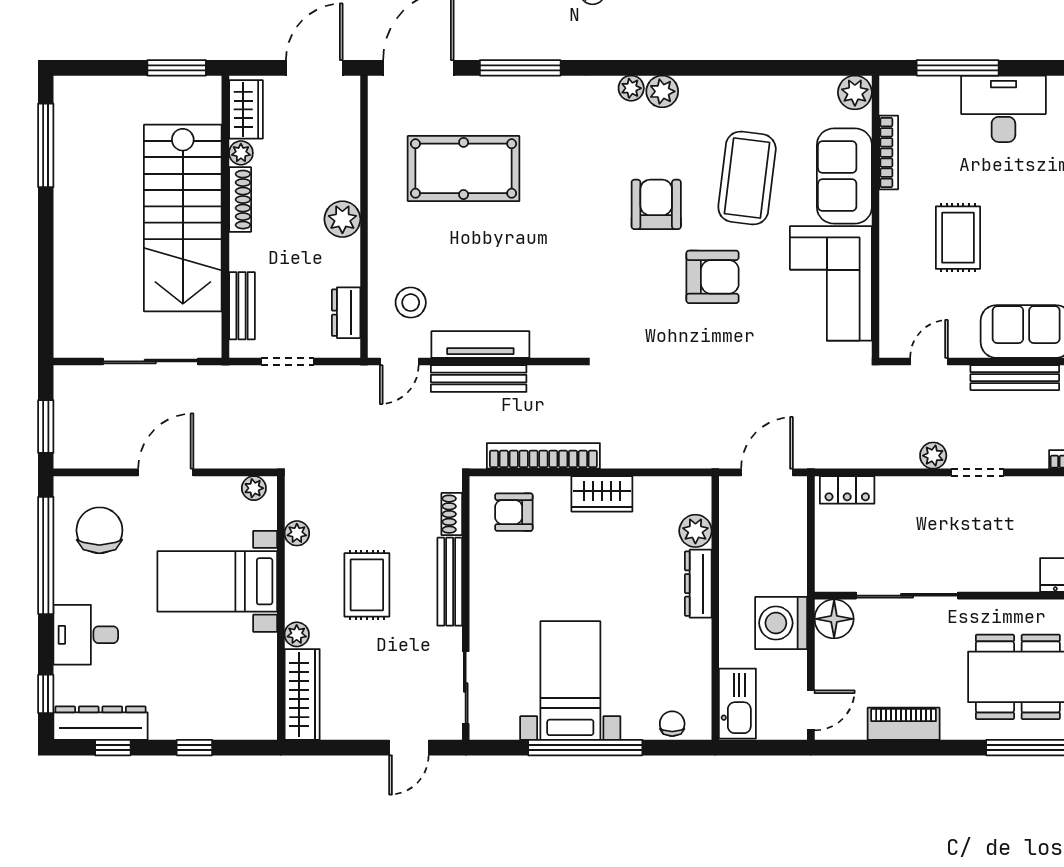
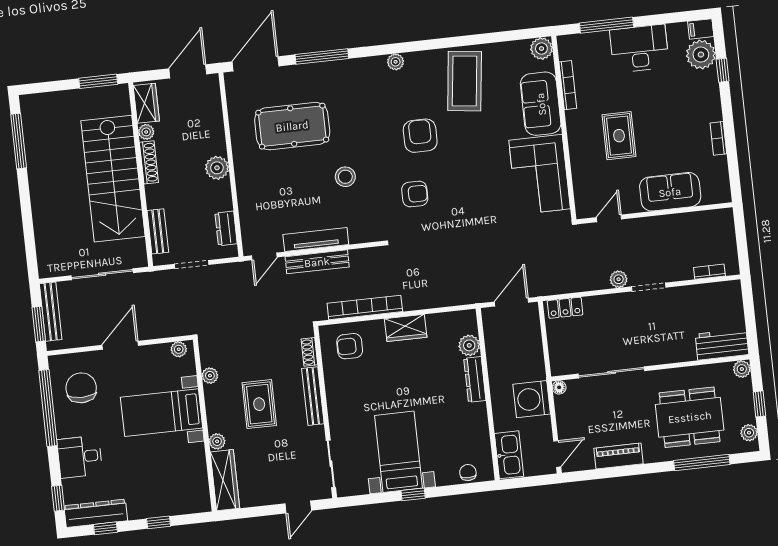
plant: (662, 91) -> (416, 62), removed
coffee table: (747, 178) -> (465, 81), moved
armchair: (713, 277) -> (415, 194), moved, width x0.72, depth x0.72
stool: (411, 303) -> (345, 177), moved
bench: (1015, 378) -> (51, 312), moved, turned 90
floor lamp: (834, 619) -> (559, 387), width x0.53, depth x0.53
window: (585, 748) -> (413, 494), width x0.32

